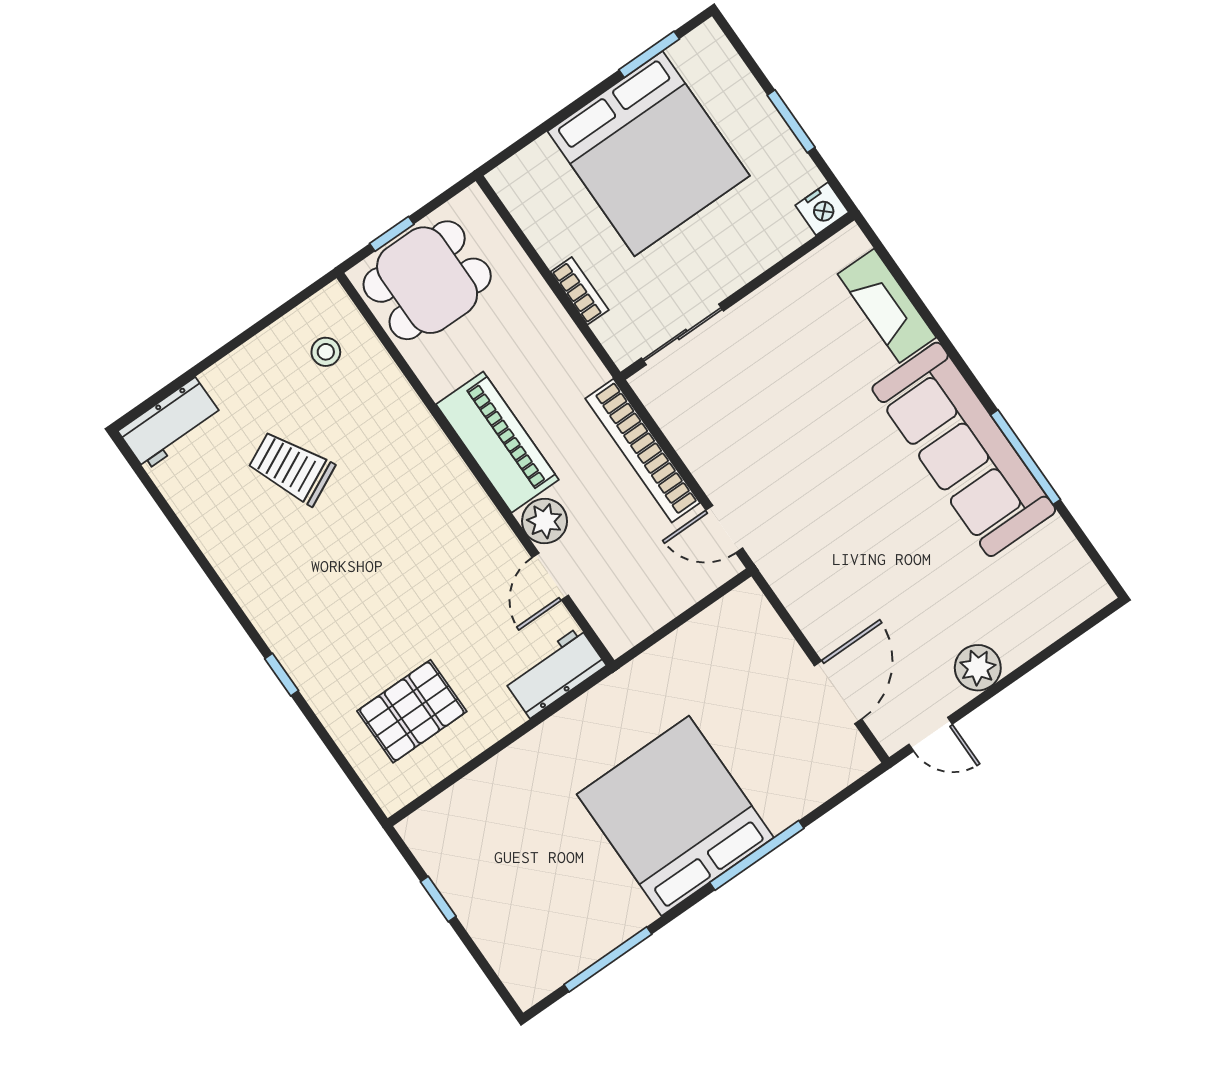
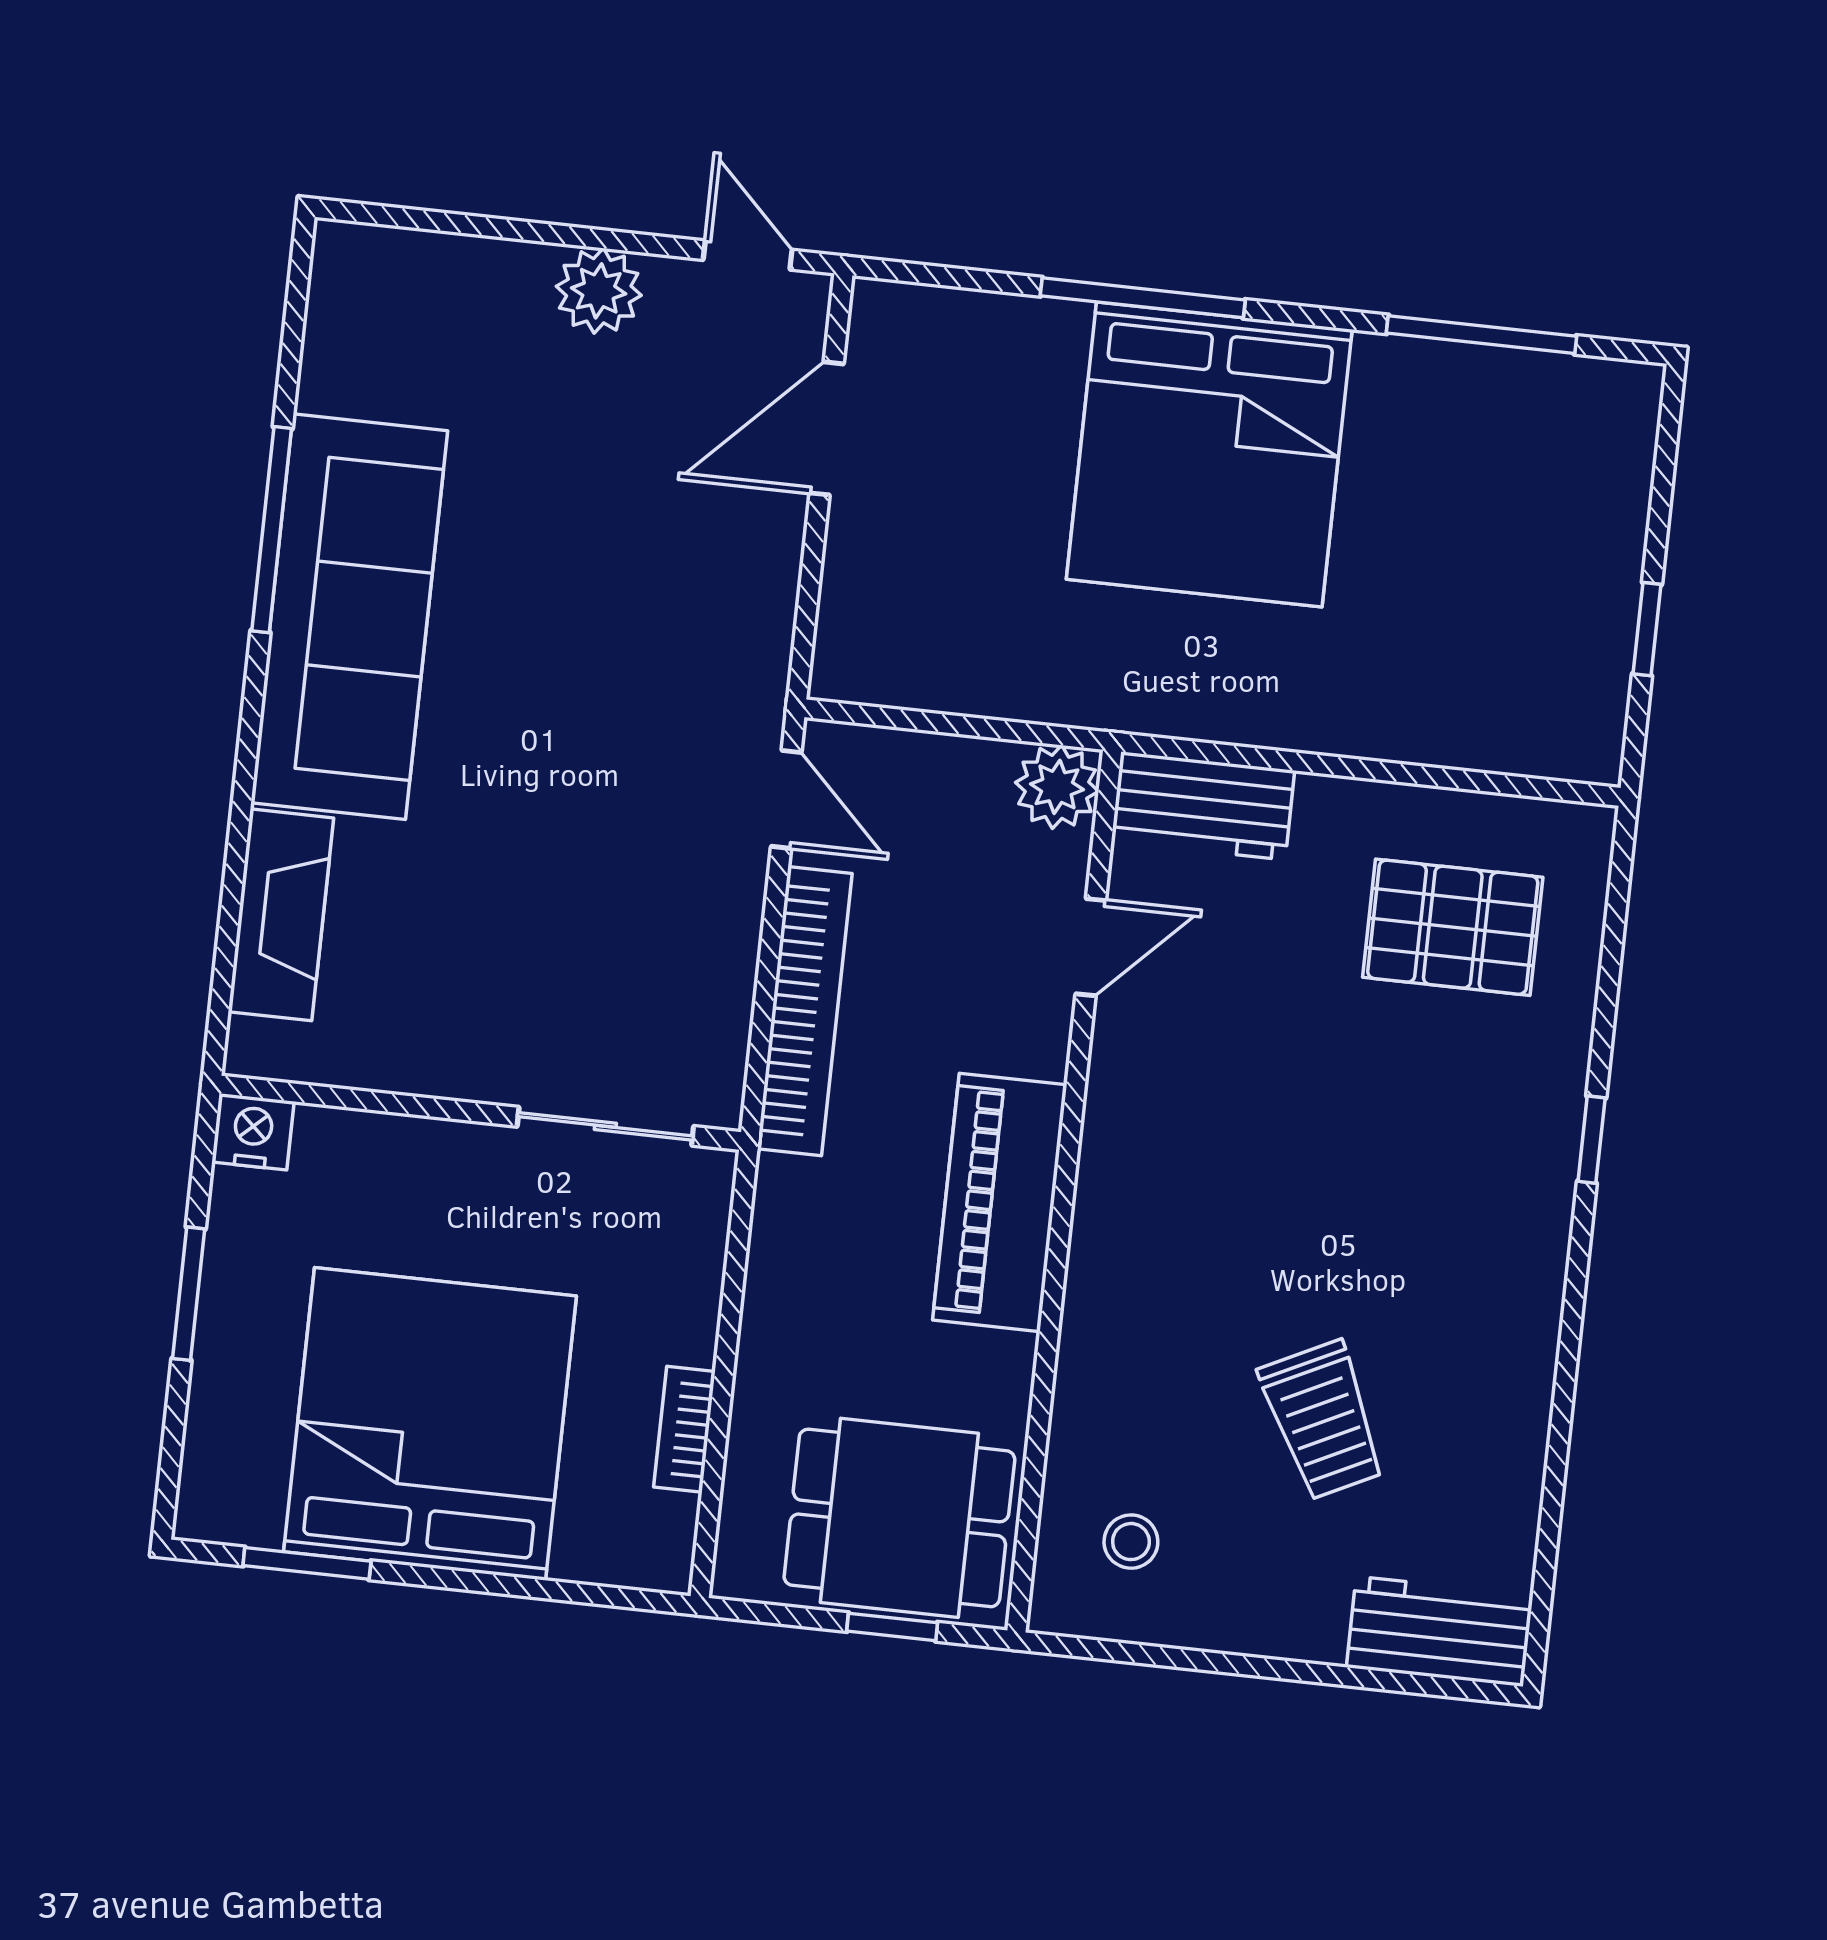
bookcase: (580, 291) -> (684, 1429), moved
plant: (545, 521) -> (1057, 787), moved

